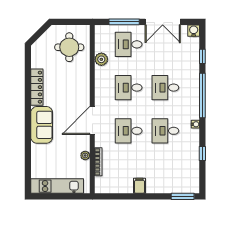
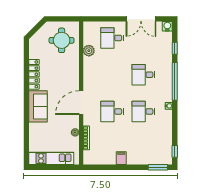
window: (124, 22) -> (108, 19), removed
desk: (129, 88) -> (112, 75), removed
window: (202, 154) -> (175, 151), moved

